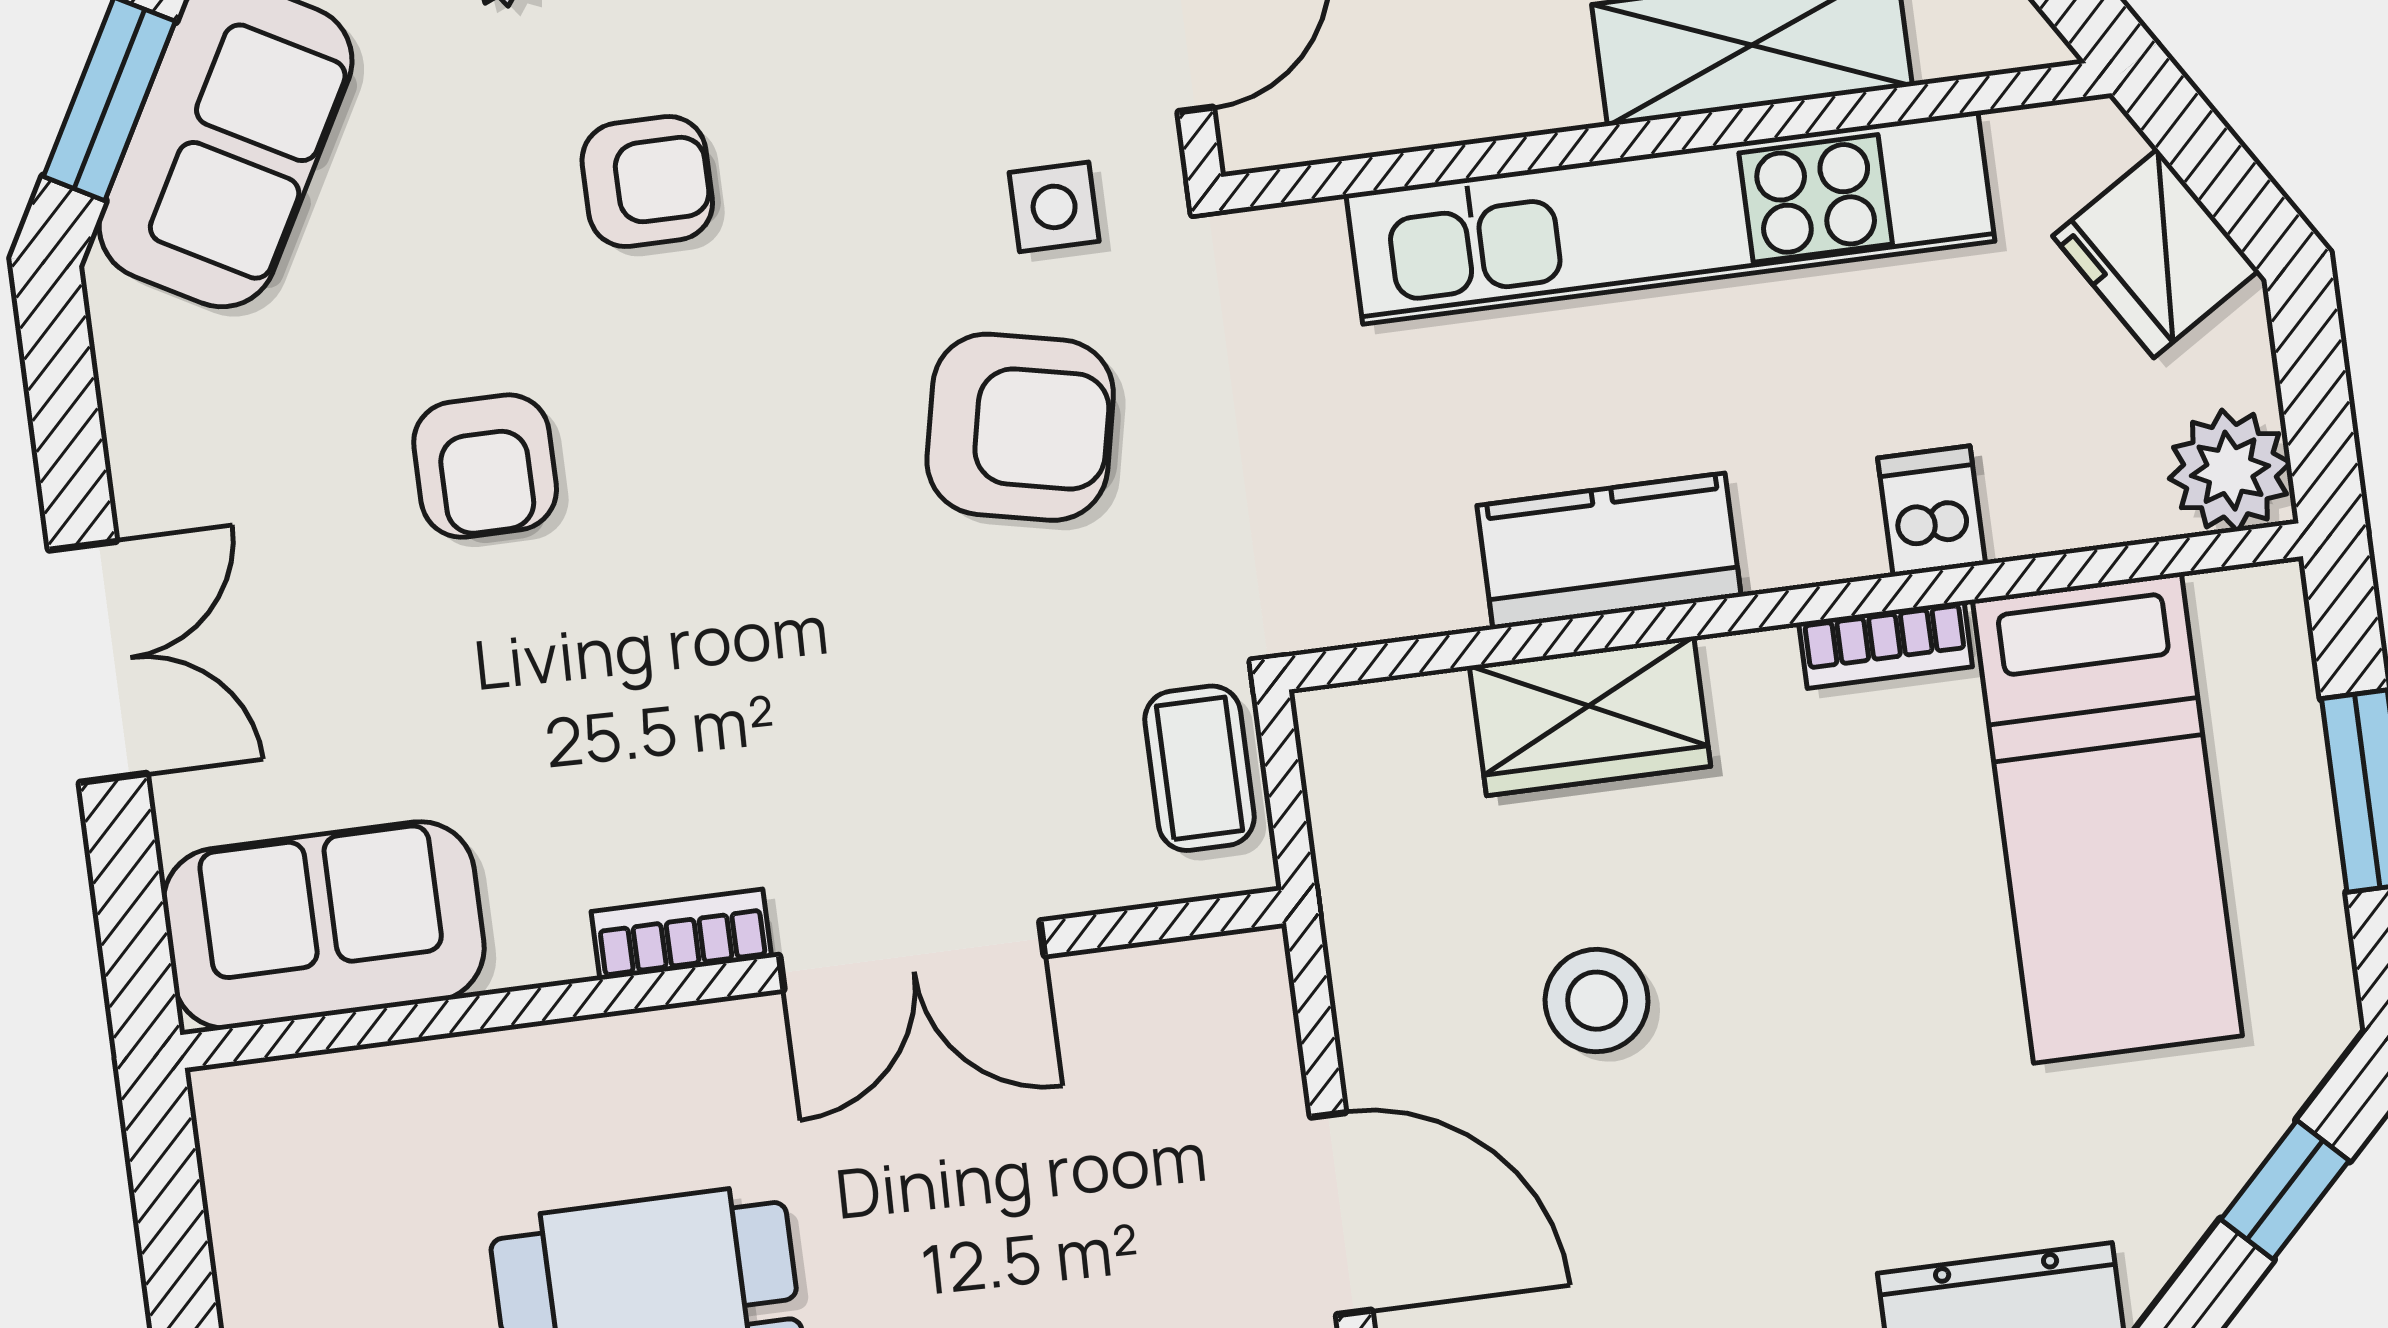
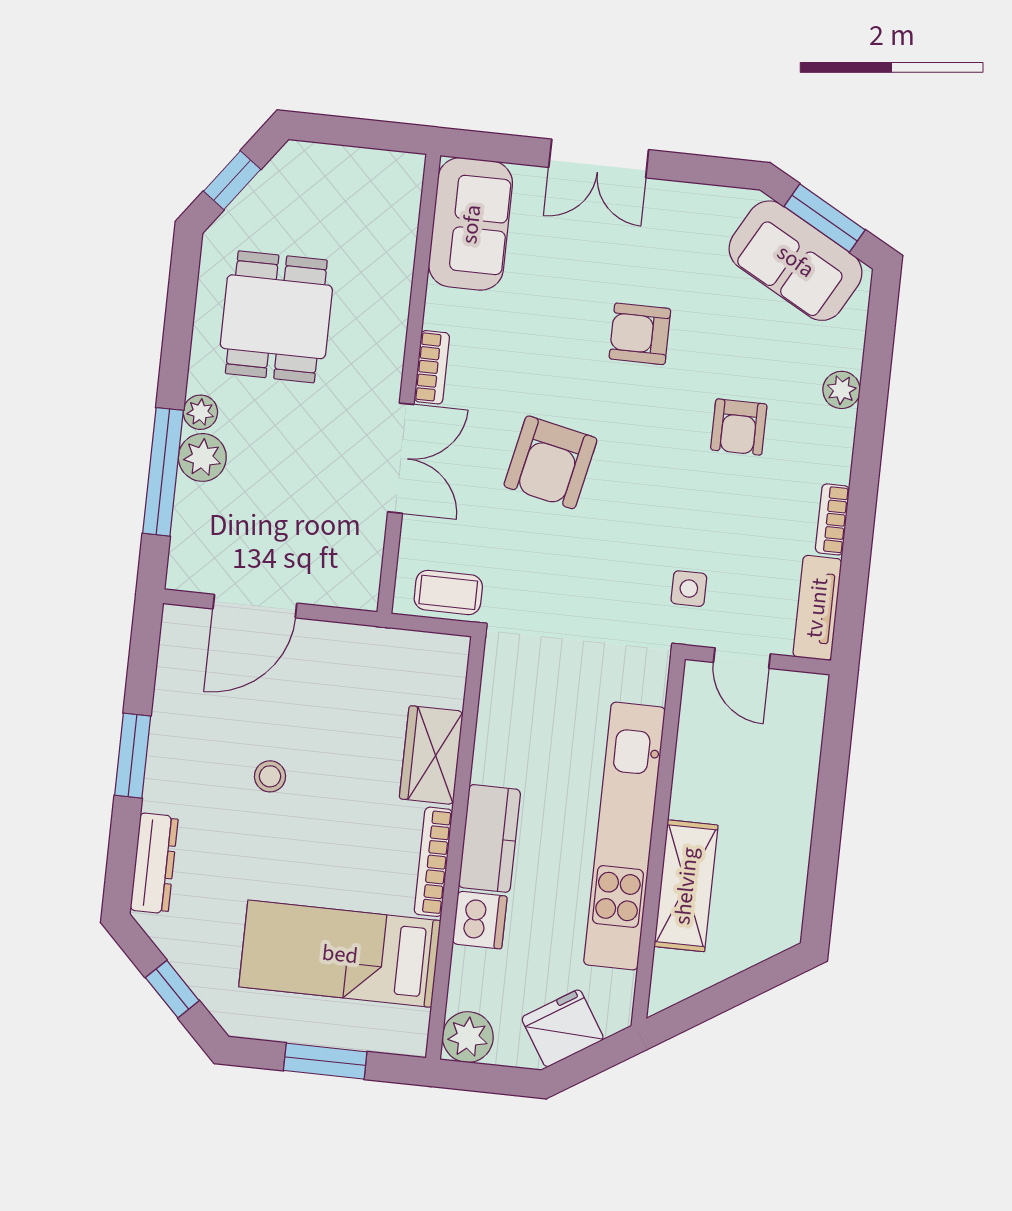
armchair: (1020, 427) -> (550, 462), moved
dishwasher: (1932, 511) -> (480, 920), width x1.38
kitchen counter: (1609, 551) -> (490, 838), moved
bookcase: (1886, 645) -> (433, 862), width x1.56
double door: (912, 956) -> (401, 458), swing flipped
stool: (1597, 1001) -> (270, 776), moved, width x0.73, depth x0.73

